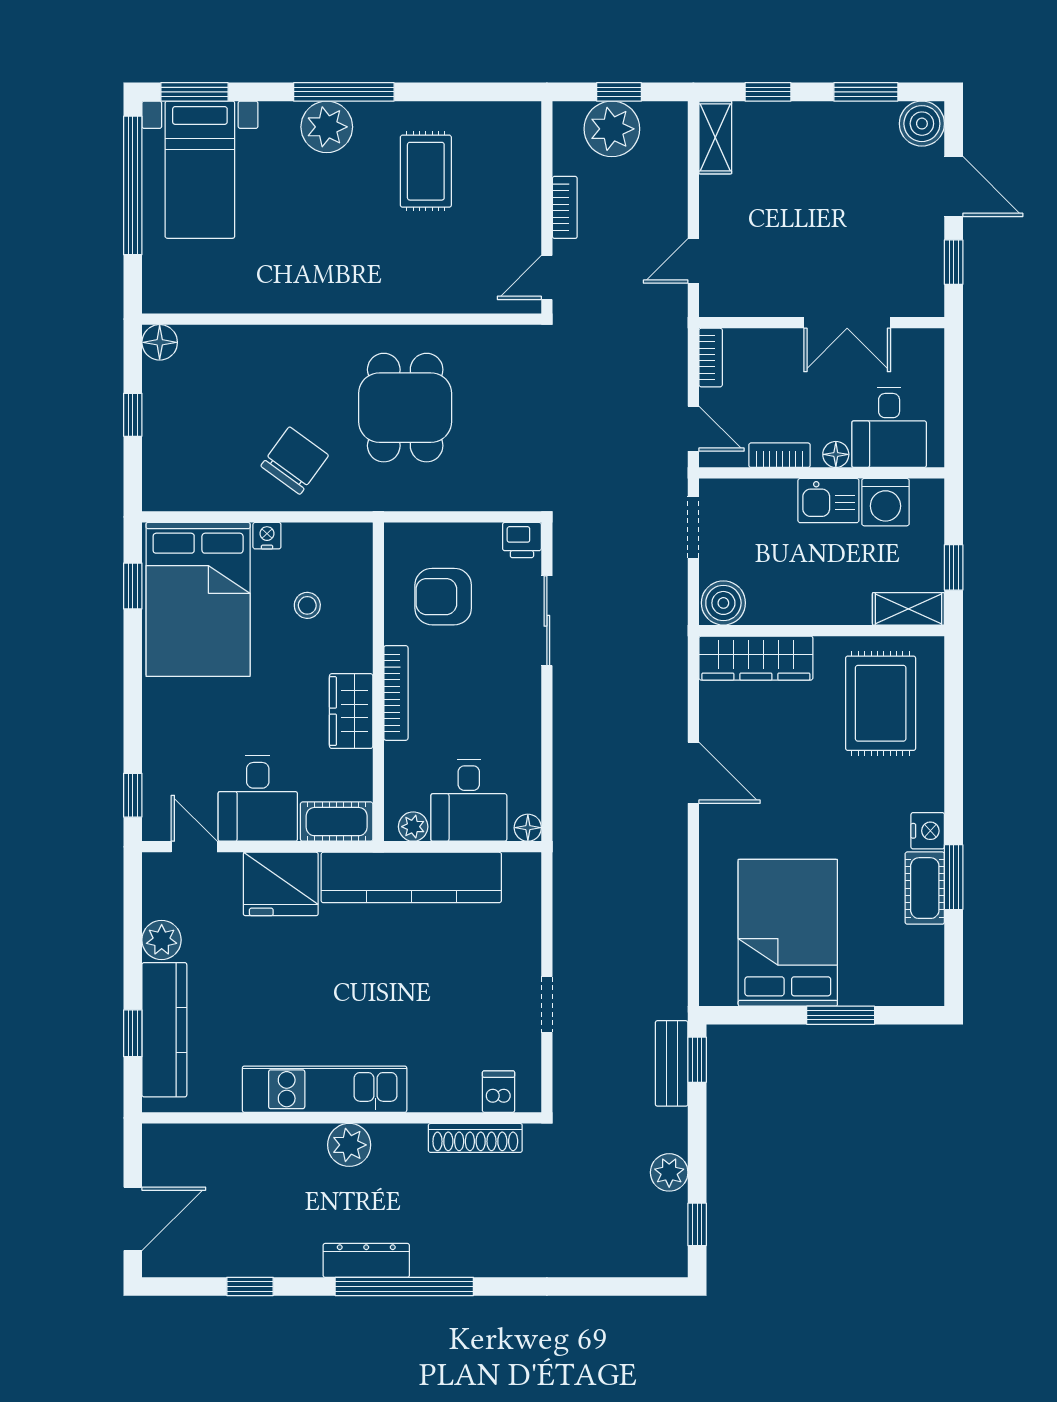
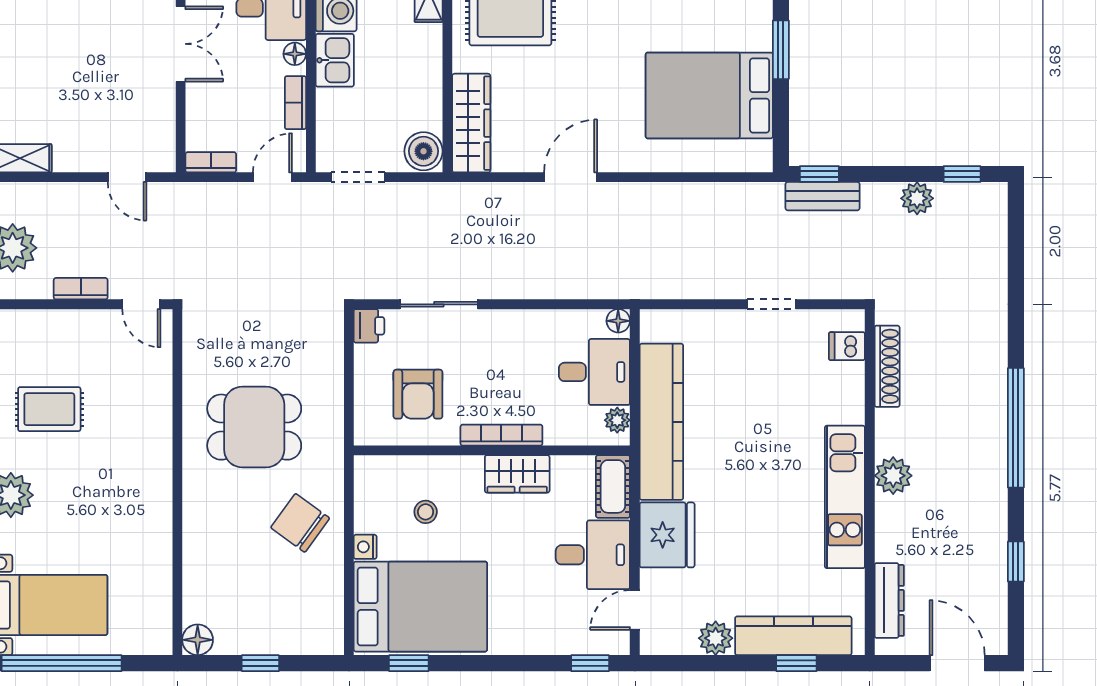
dresser: (366, 1260) -> (889, 600), moved, turned 180

